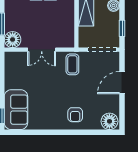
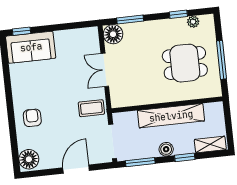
window: (122, 28) -> (140, 162), width x1.50
door: (122, 83) -> (76, 169), hinge flipped
armchair: (75, 115) -> (32, 118), turned 90

